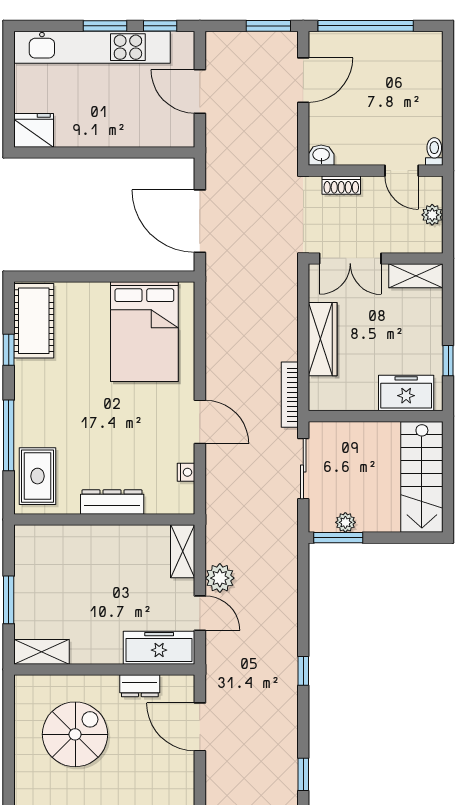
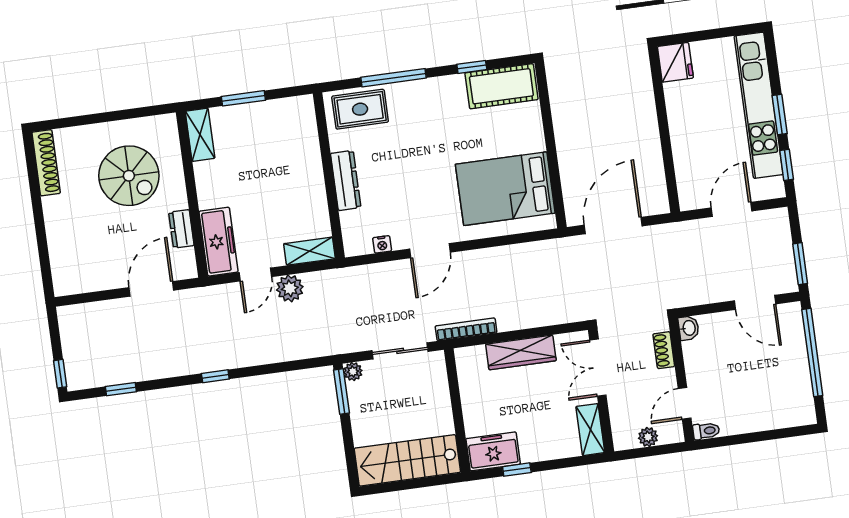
freezer: (406, 393) -> (493, 451), moved, turned -90
plant: (345, 522) -> (353, 372), moved

